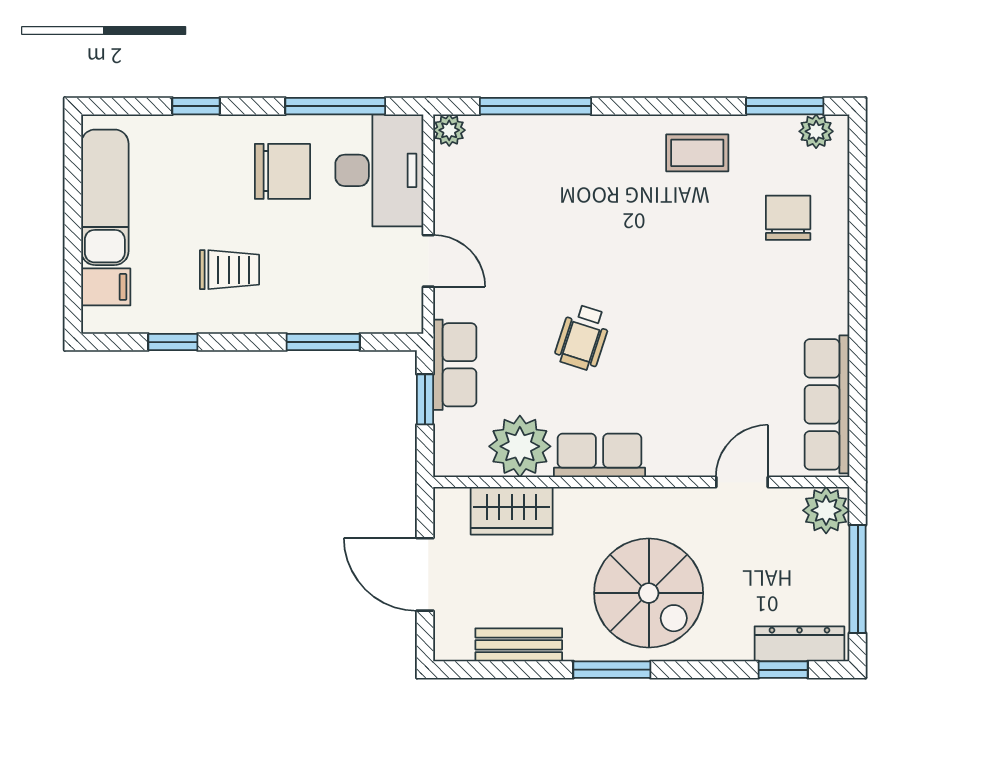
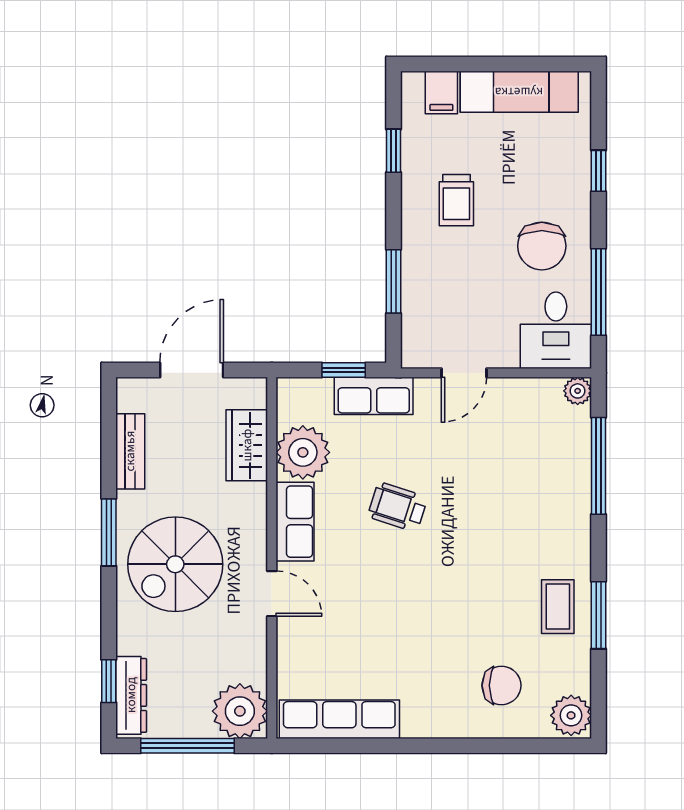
window: (785, 106) -> (598, 615), moved
plant: (816, 131) -> (571, 715), width x1.38, depth x1.38
desk: (379, 170) -> (556, 330), width x0.73
door: (742, 482) -> (272, 594), moved
plant: (826, 510) -> (240, 711), width x1.36, depth x1.36

